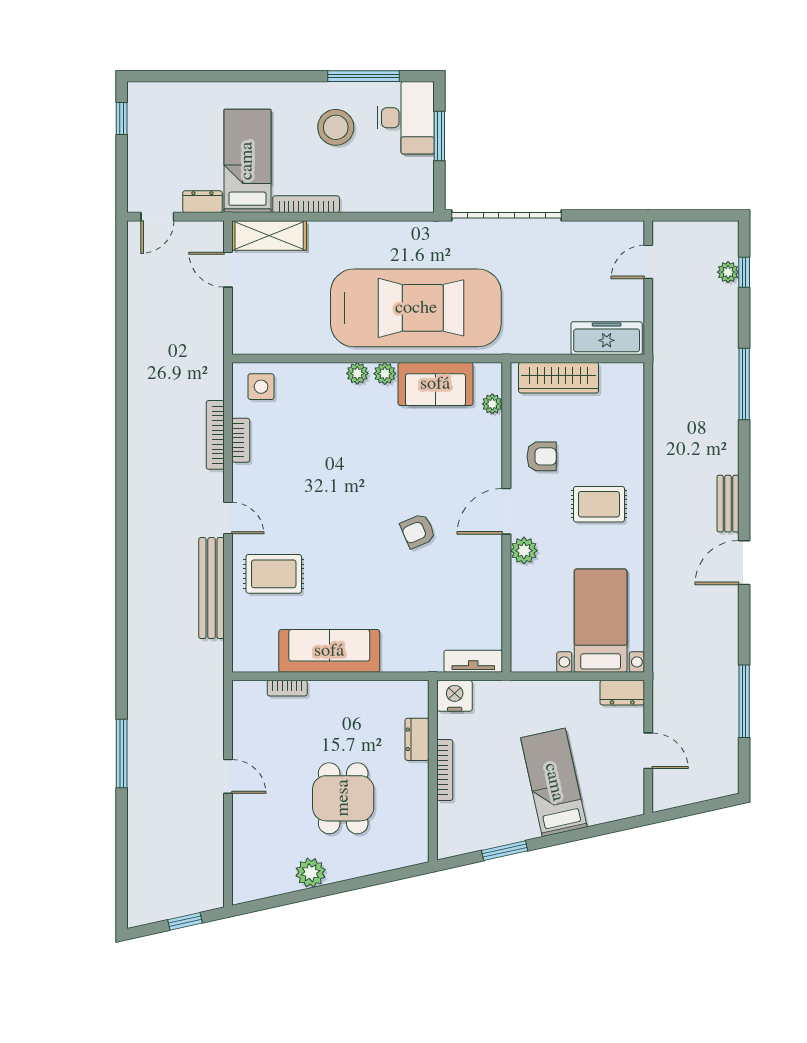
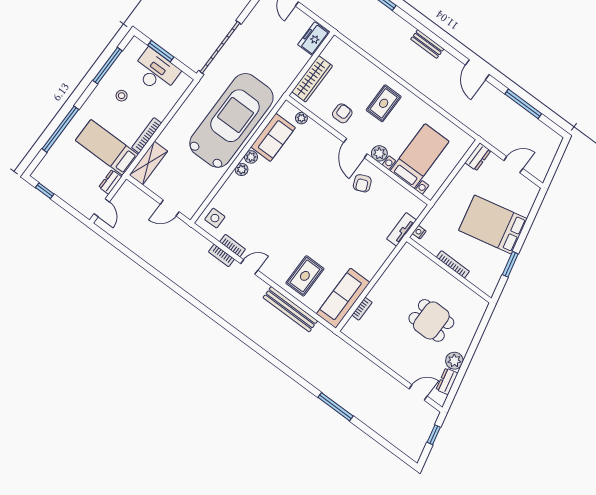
window: (225, 76) -> (60, 129), added
desk: (406, 118) -> (156, 71), moved
stool: (336, 127) -> (122, 96), width x0.53, depth x0.53
door: (228, 270) -> (170, 208), moved
freezer: (607, 338) -> (314, 39), width x0.71
bookcase: (215, 435) -> (221, 255), width x0.64
door: (228, 518) -> (249, 267), moved
armchair: (418, 531) -> (362, 183), moved
door: (744, 563) -> (477, 70), moved
bed with nightstands: (601, 621) -> (420, 156), moved, turned 90
sofa: (329, 651) -> (343, 298), moved
tv unit: (473, 661) -> (402, 229), moved
nightstand: (455, 696) -> (419, 232), width x0.53, depth x0.56
dresser: (417, 739) -> (447, 381), moved, turned 78
door: (228, 776) -> (418, 392), moved
bed: (554, 782) -> (493, 225), width x1.50

